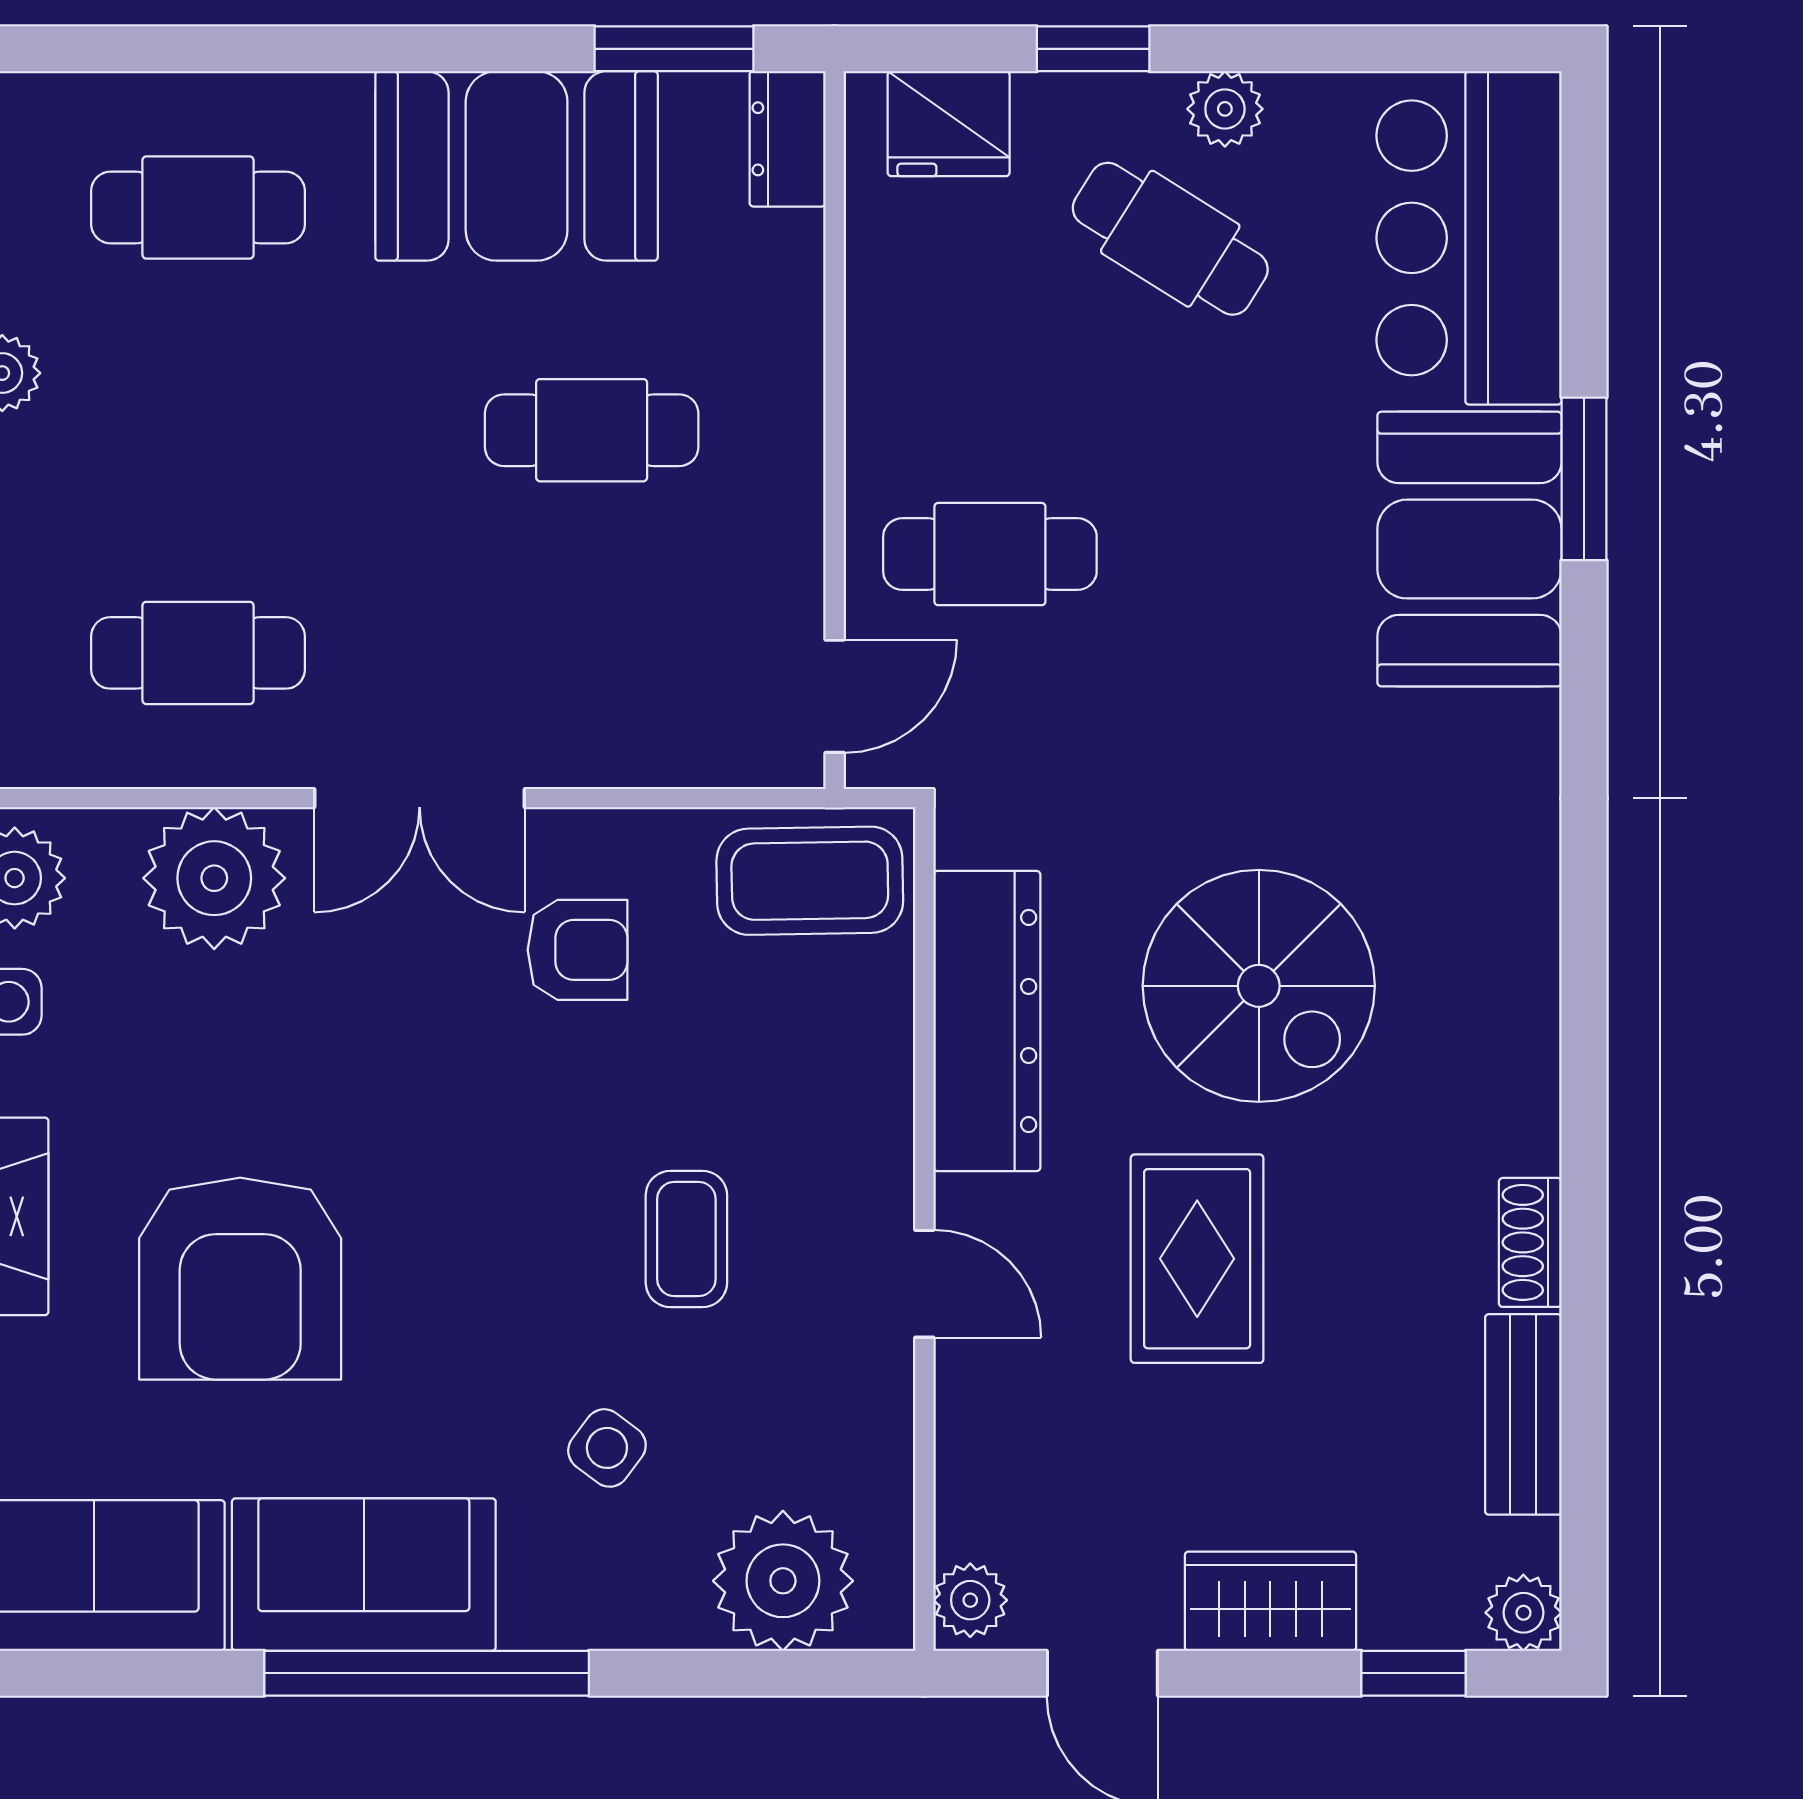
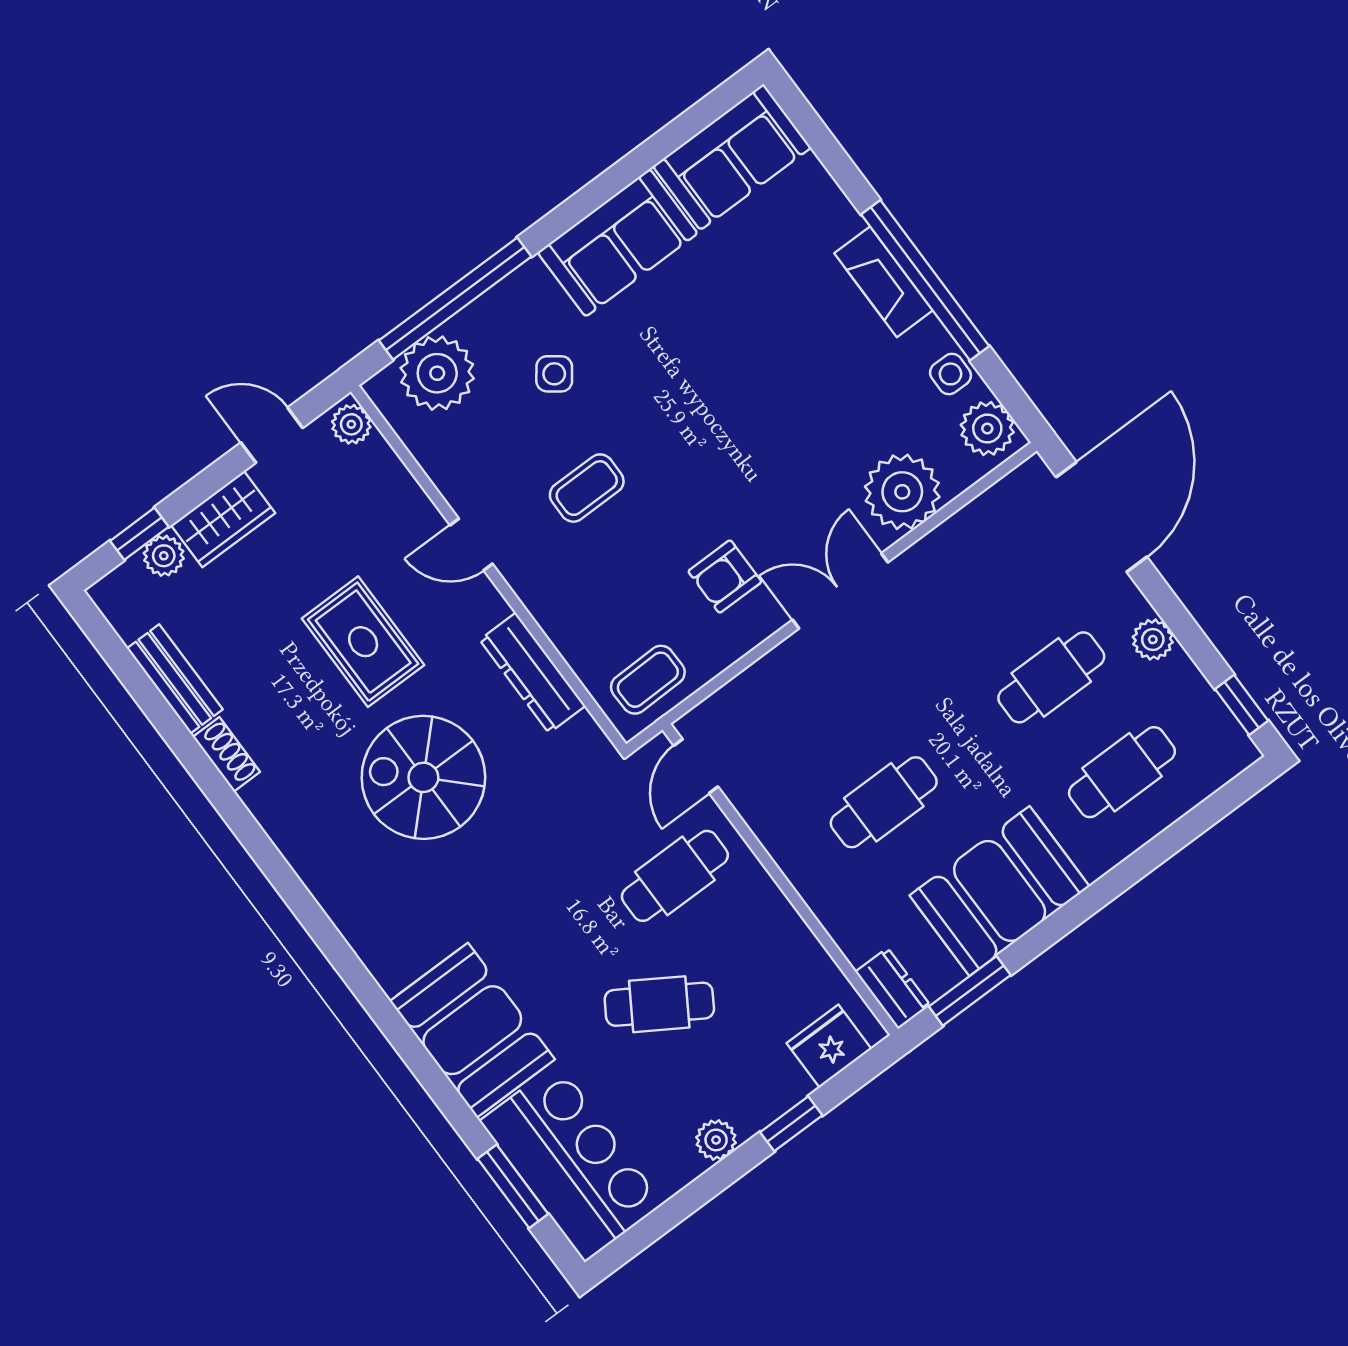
cafe table: (1170, 239) -> (659, 1004), moved
window: (1584, 479) -> (513, 1186), moved
cafe table: (198, 653) -> (1051, 677), moved
coffee table: (810, 881) -> (648, 680), width x0.73, depth x0.77
dresser: (987, 1021) -> (532, 673), width x0.73, depth x0.80
coffee table: (686, 1239) -> (587, 488), turned 90
armchair: (240, 1279) -> (764, 330), removed
plant: (1523, 1613) -> (164, 556), moved
window: (427, 1673) -> (455, 299), moved

